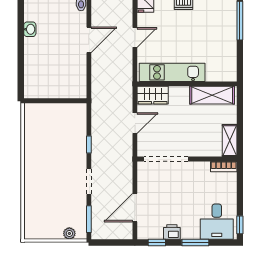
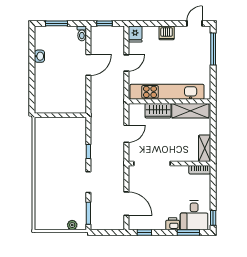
kitchen unit: (172, 72) -> (167, 92), width x1.36
wardrobe: (153, 95) -> (158, 111), moved
door: (135, 208) -> (126, 204), swing flipped
printer: (172, 232) -> (173, 224), moved
window: (195, 242) -> (188, 233), moved

